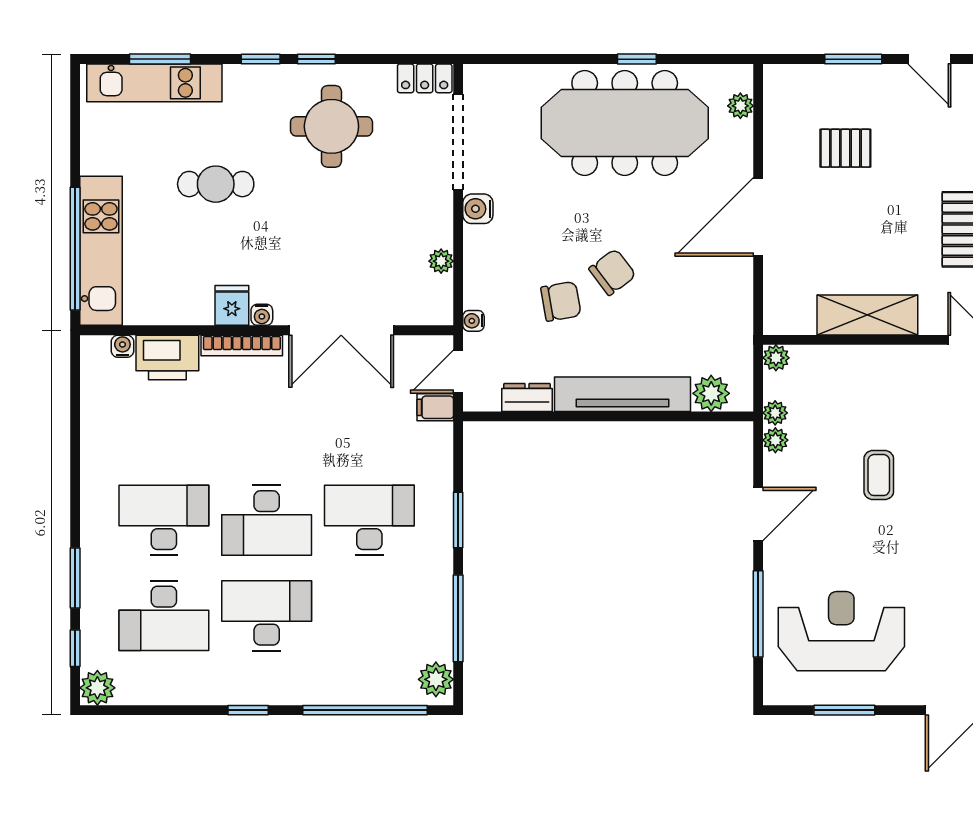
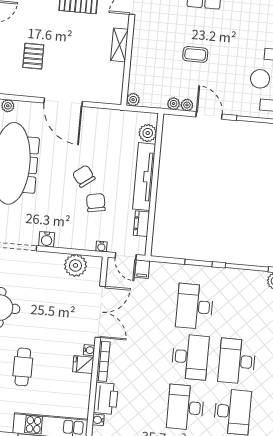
plant: (441, 261) -> (75, 265), width x1.87, depth x1.87
shelving: (867, 315) -> (119, 45), width x0.67, depth x0.75
plant: (775, 413) -> (187, 105), moved

